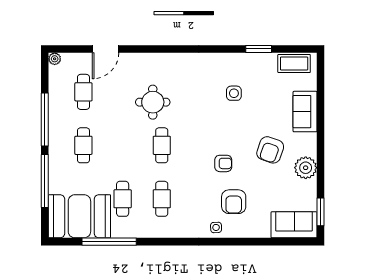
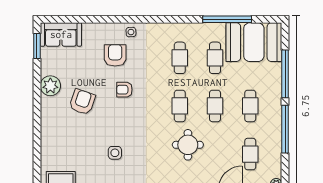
sofa: (305, 112) -> (51, 136), removed
cafe table: (123, 145) -> (215, 106), added

